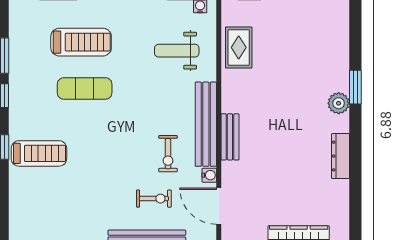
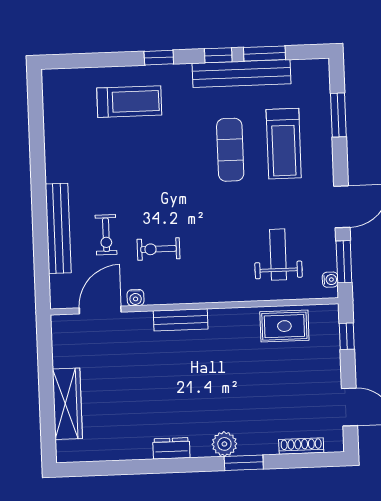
shoe rack: (343, 37) -> (301, 446), added
bench: (206, 124) -> (242, 73), moved
treadmill: (39, 153) -> (129, 102), moved, turned -90
dresser: (341, 156) -> (171, 448), width x0.70

